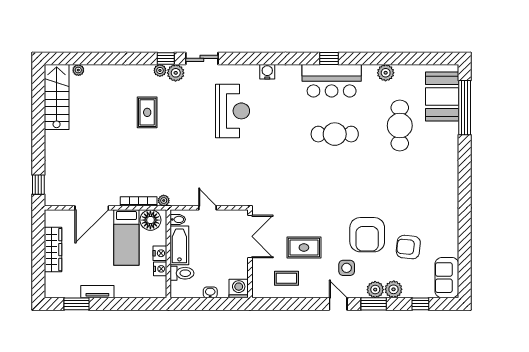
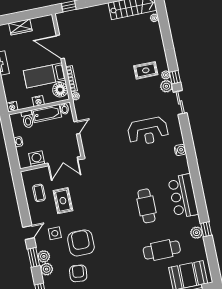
window: (329, 58) -> (206, 229), moved
rug: (147, 112) -> (146, 70), moved
armchair: (367, 235) -> (81, 243), turned 90
wardrobe: (53, 250) -> (20, 27), width x0.67
nightstand: (160, 269) -> (12, 107), moved
washing machine: (239, 288) -> (37, 159), moved, turned -90

